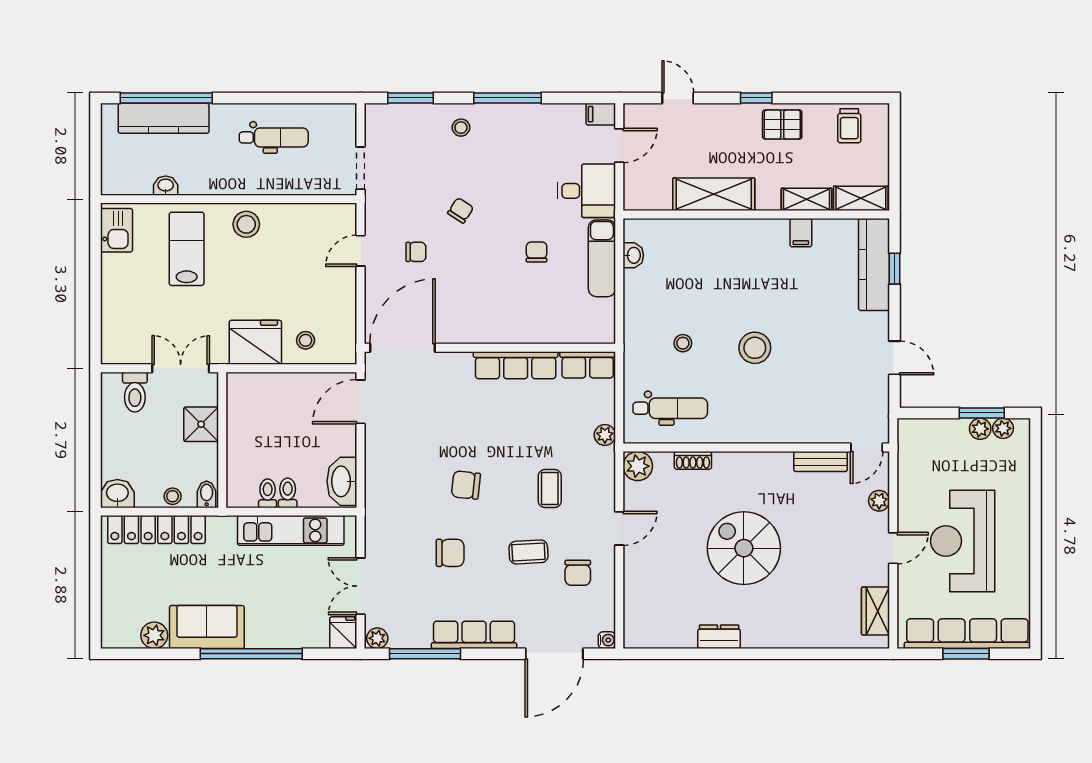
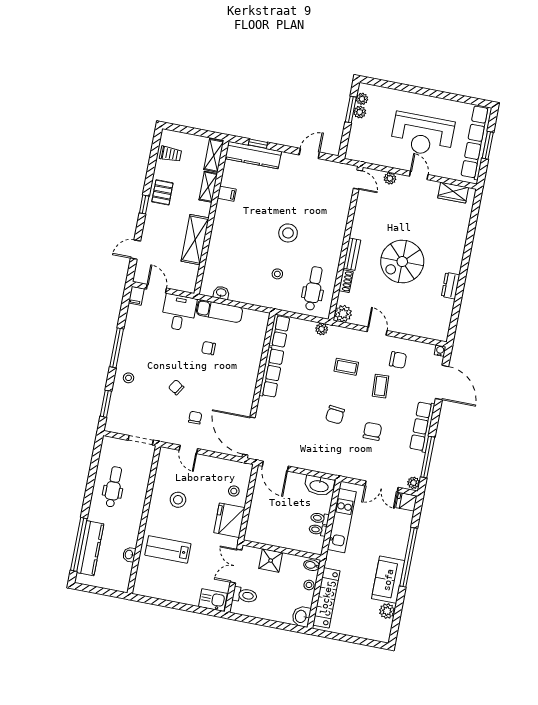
stool: (246, 224) -> (178, 500), moved
kitchen sink: (116, 230) -> (213, 600), moved
bench: (821, 462) -> (352, 254), moved

